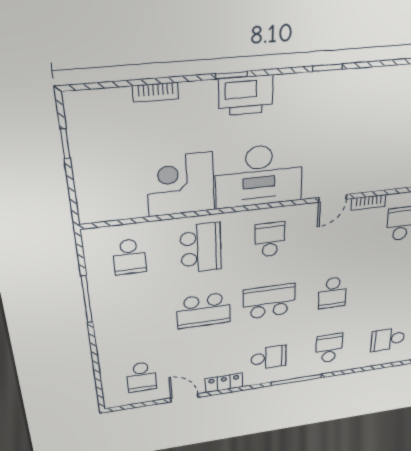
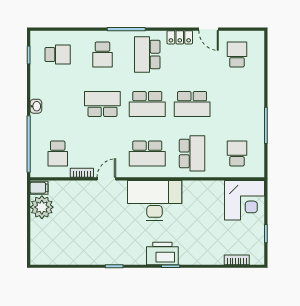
bookcase: (156, 92) -> (237, 260), moved
corner desk: (181, 185) -> (244, 200), moved
school desk: (270, 240) -> (147, 153), width x1.85
school desk: (201, 248) -> (192, 153), turned 180
school desk: (333, 293) -> (102, 104), width x1.85
school desk: (204, 310) -> (192, 104), turned 180
school desk: (269, 358) -> (147, 55), width x1.85

